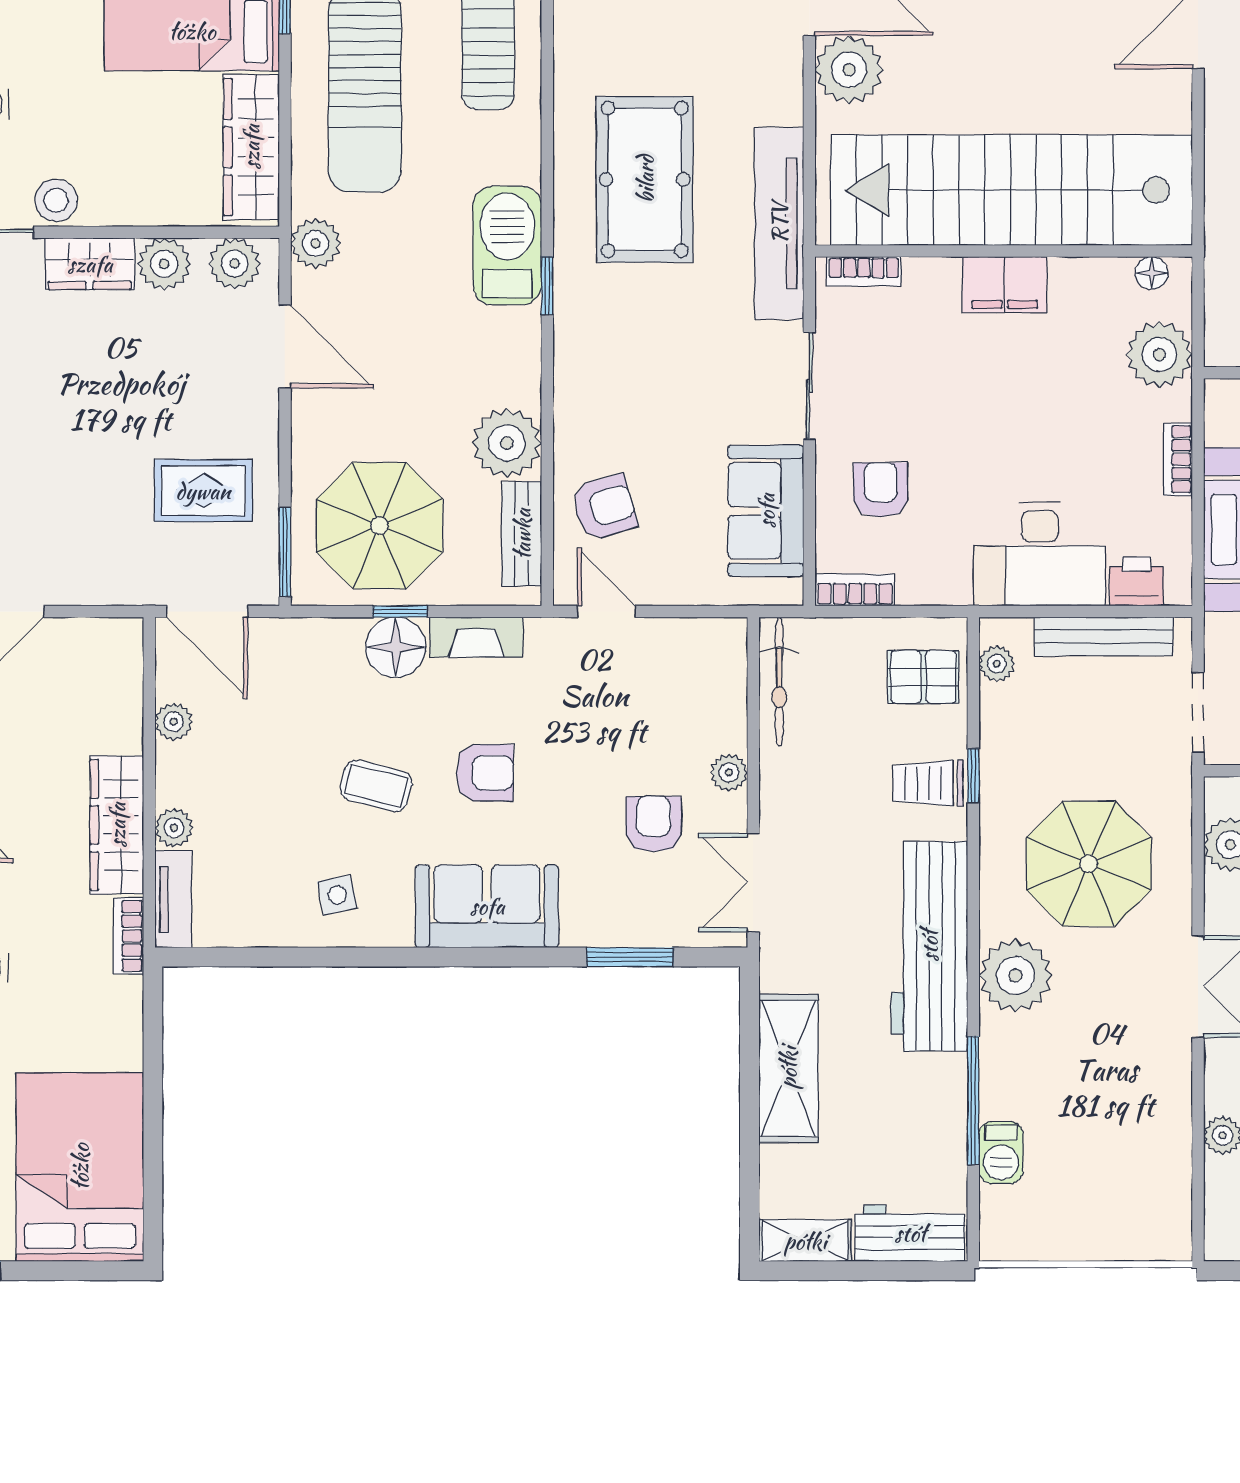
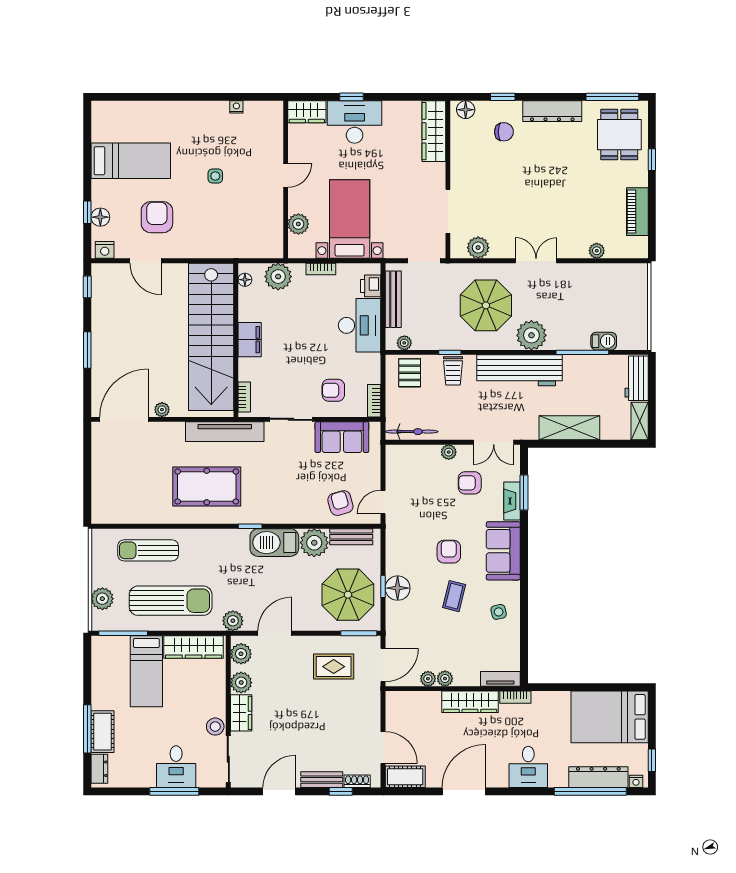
plant: (849, 70) -> (162, 410), width x0.53, depth x0.53
barbecue: (507, 246) -> (274, 543), moved
rug: (203, 491) -> (334, 667), turned 90
fireplace: (476, 637) -> (512, 501), moved, turned 180
plant: (174, 828) -> (445, 679), moved

